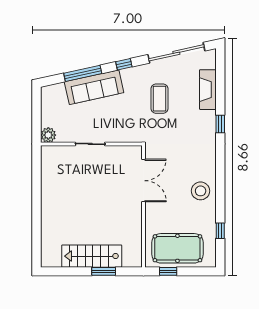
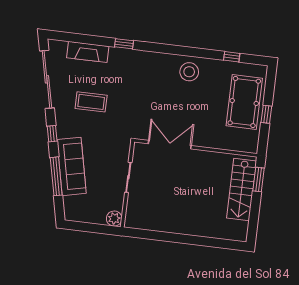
double door: (143, 181) -> (170, 145), moved
wall: (143, 206) -> (196, 148), moved

